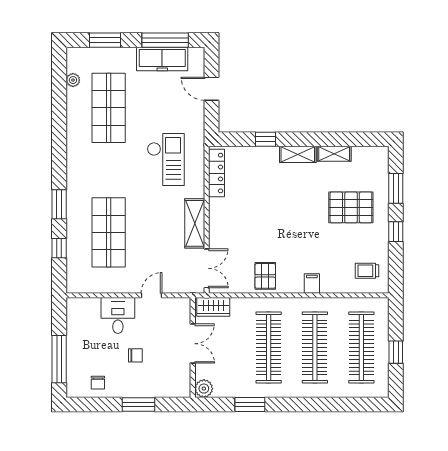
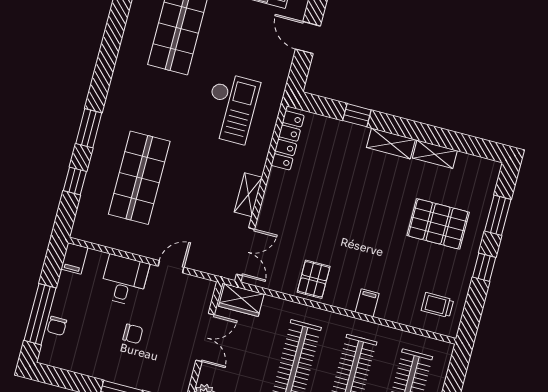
shelving: (195, 223) -> (248, 195), width x0.67, depth x0.75
filing cabinet: (74, 309) -> (74, 258), added
chair: (98, 383) -> (57, 326), moved

